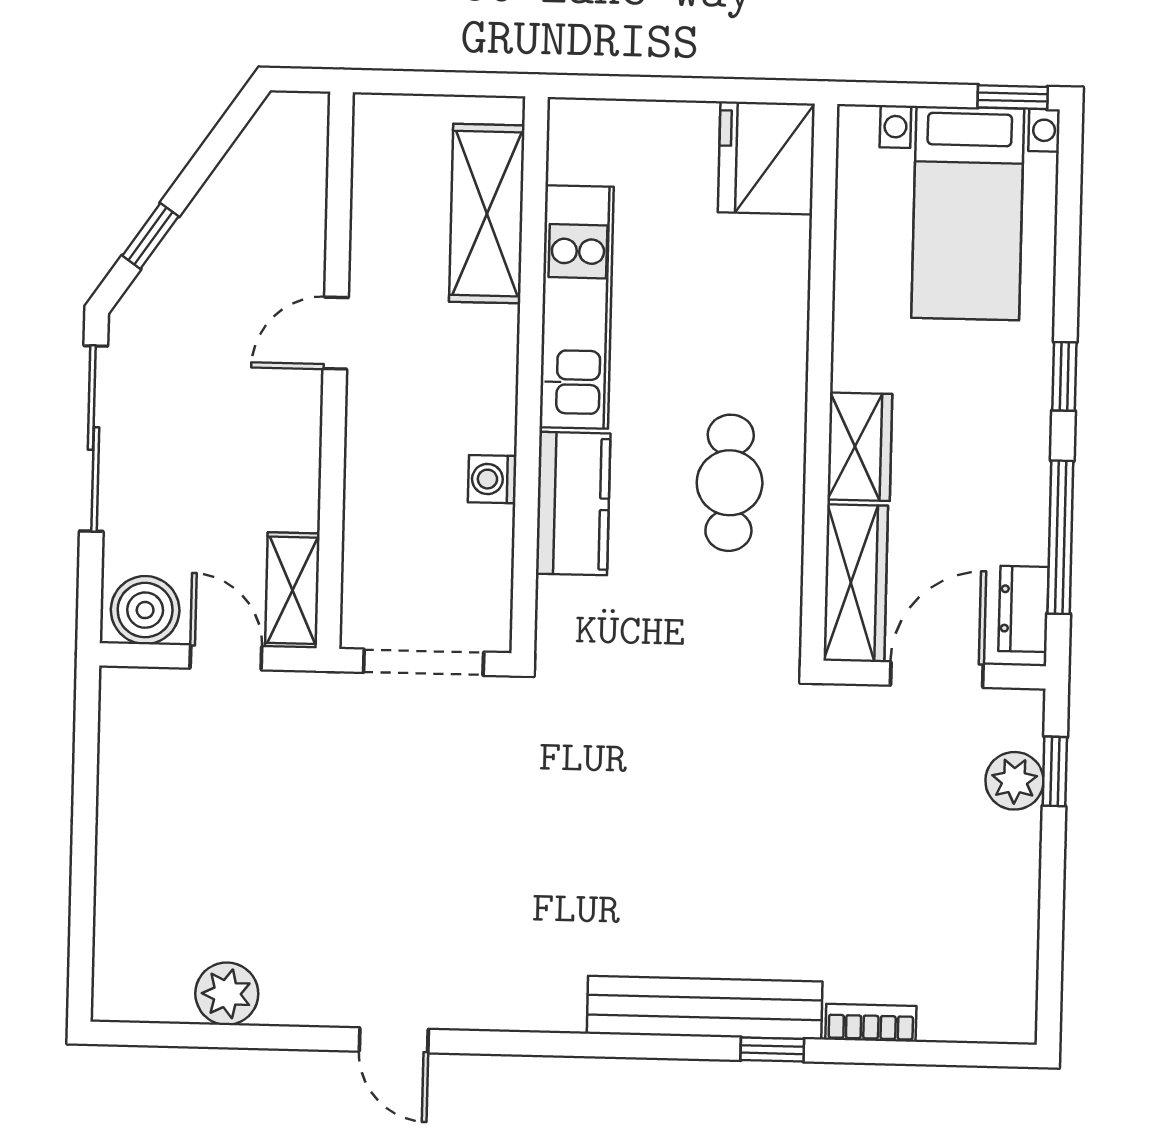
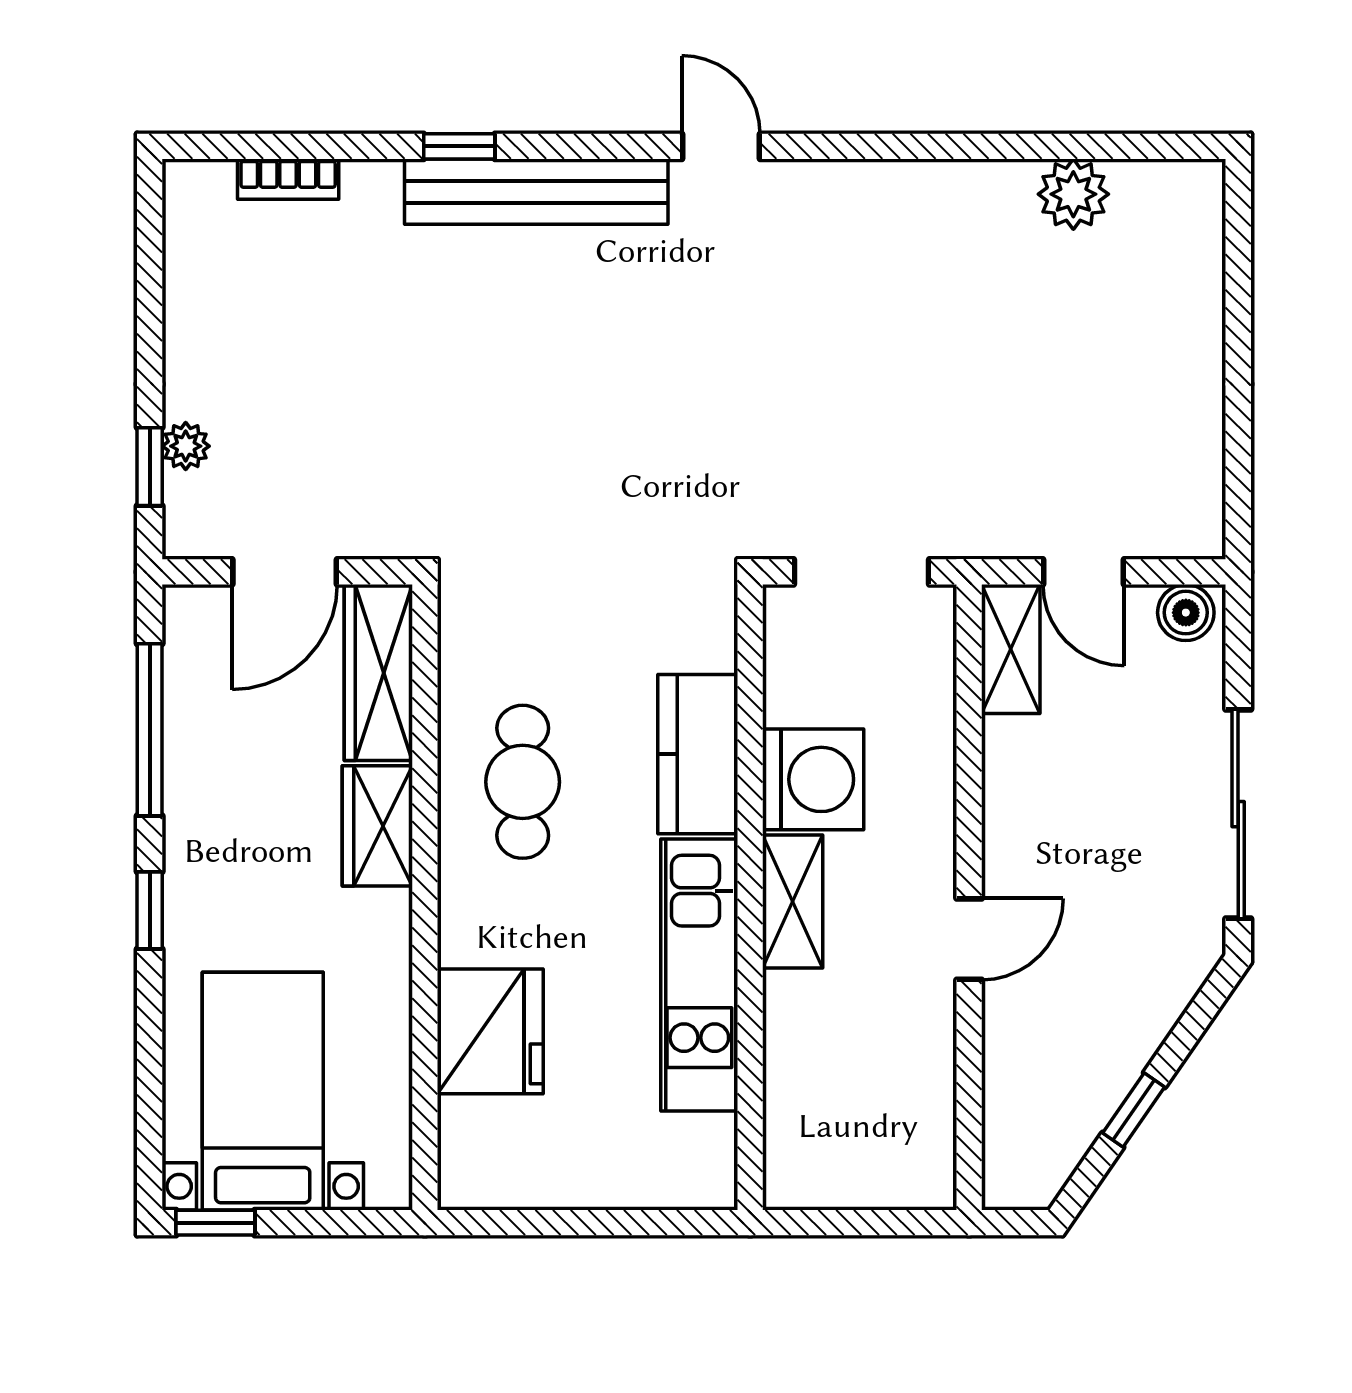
fridge: (766, 158) -> (490, 1031), moved
shelving: (487, 214) -> (793, 901), moved, width x0.67, depth x0.75
window: (150, 236) -> (1134, 1110), moved
washing machine: (492, 479) -> (813, 779), width x1.89, depth x1.89
dresser: (1024, 609) -> (189, 648), removed
boiler: (145, 610) -> (1186, 613), width x0.73, depth x0.73
plant: (1014, 781) -> (186, 446), width x0.73, depth x0.73
bookcase: (871, 1023) -> (288, 179), moved
door: (394, 1040) -> (721, 146), moved

